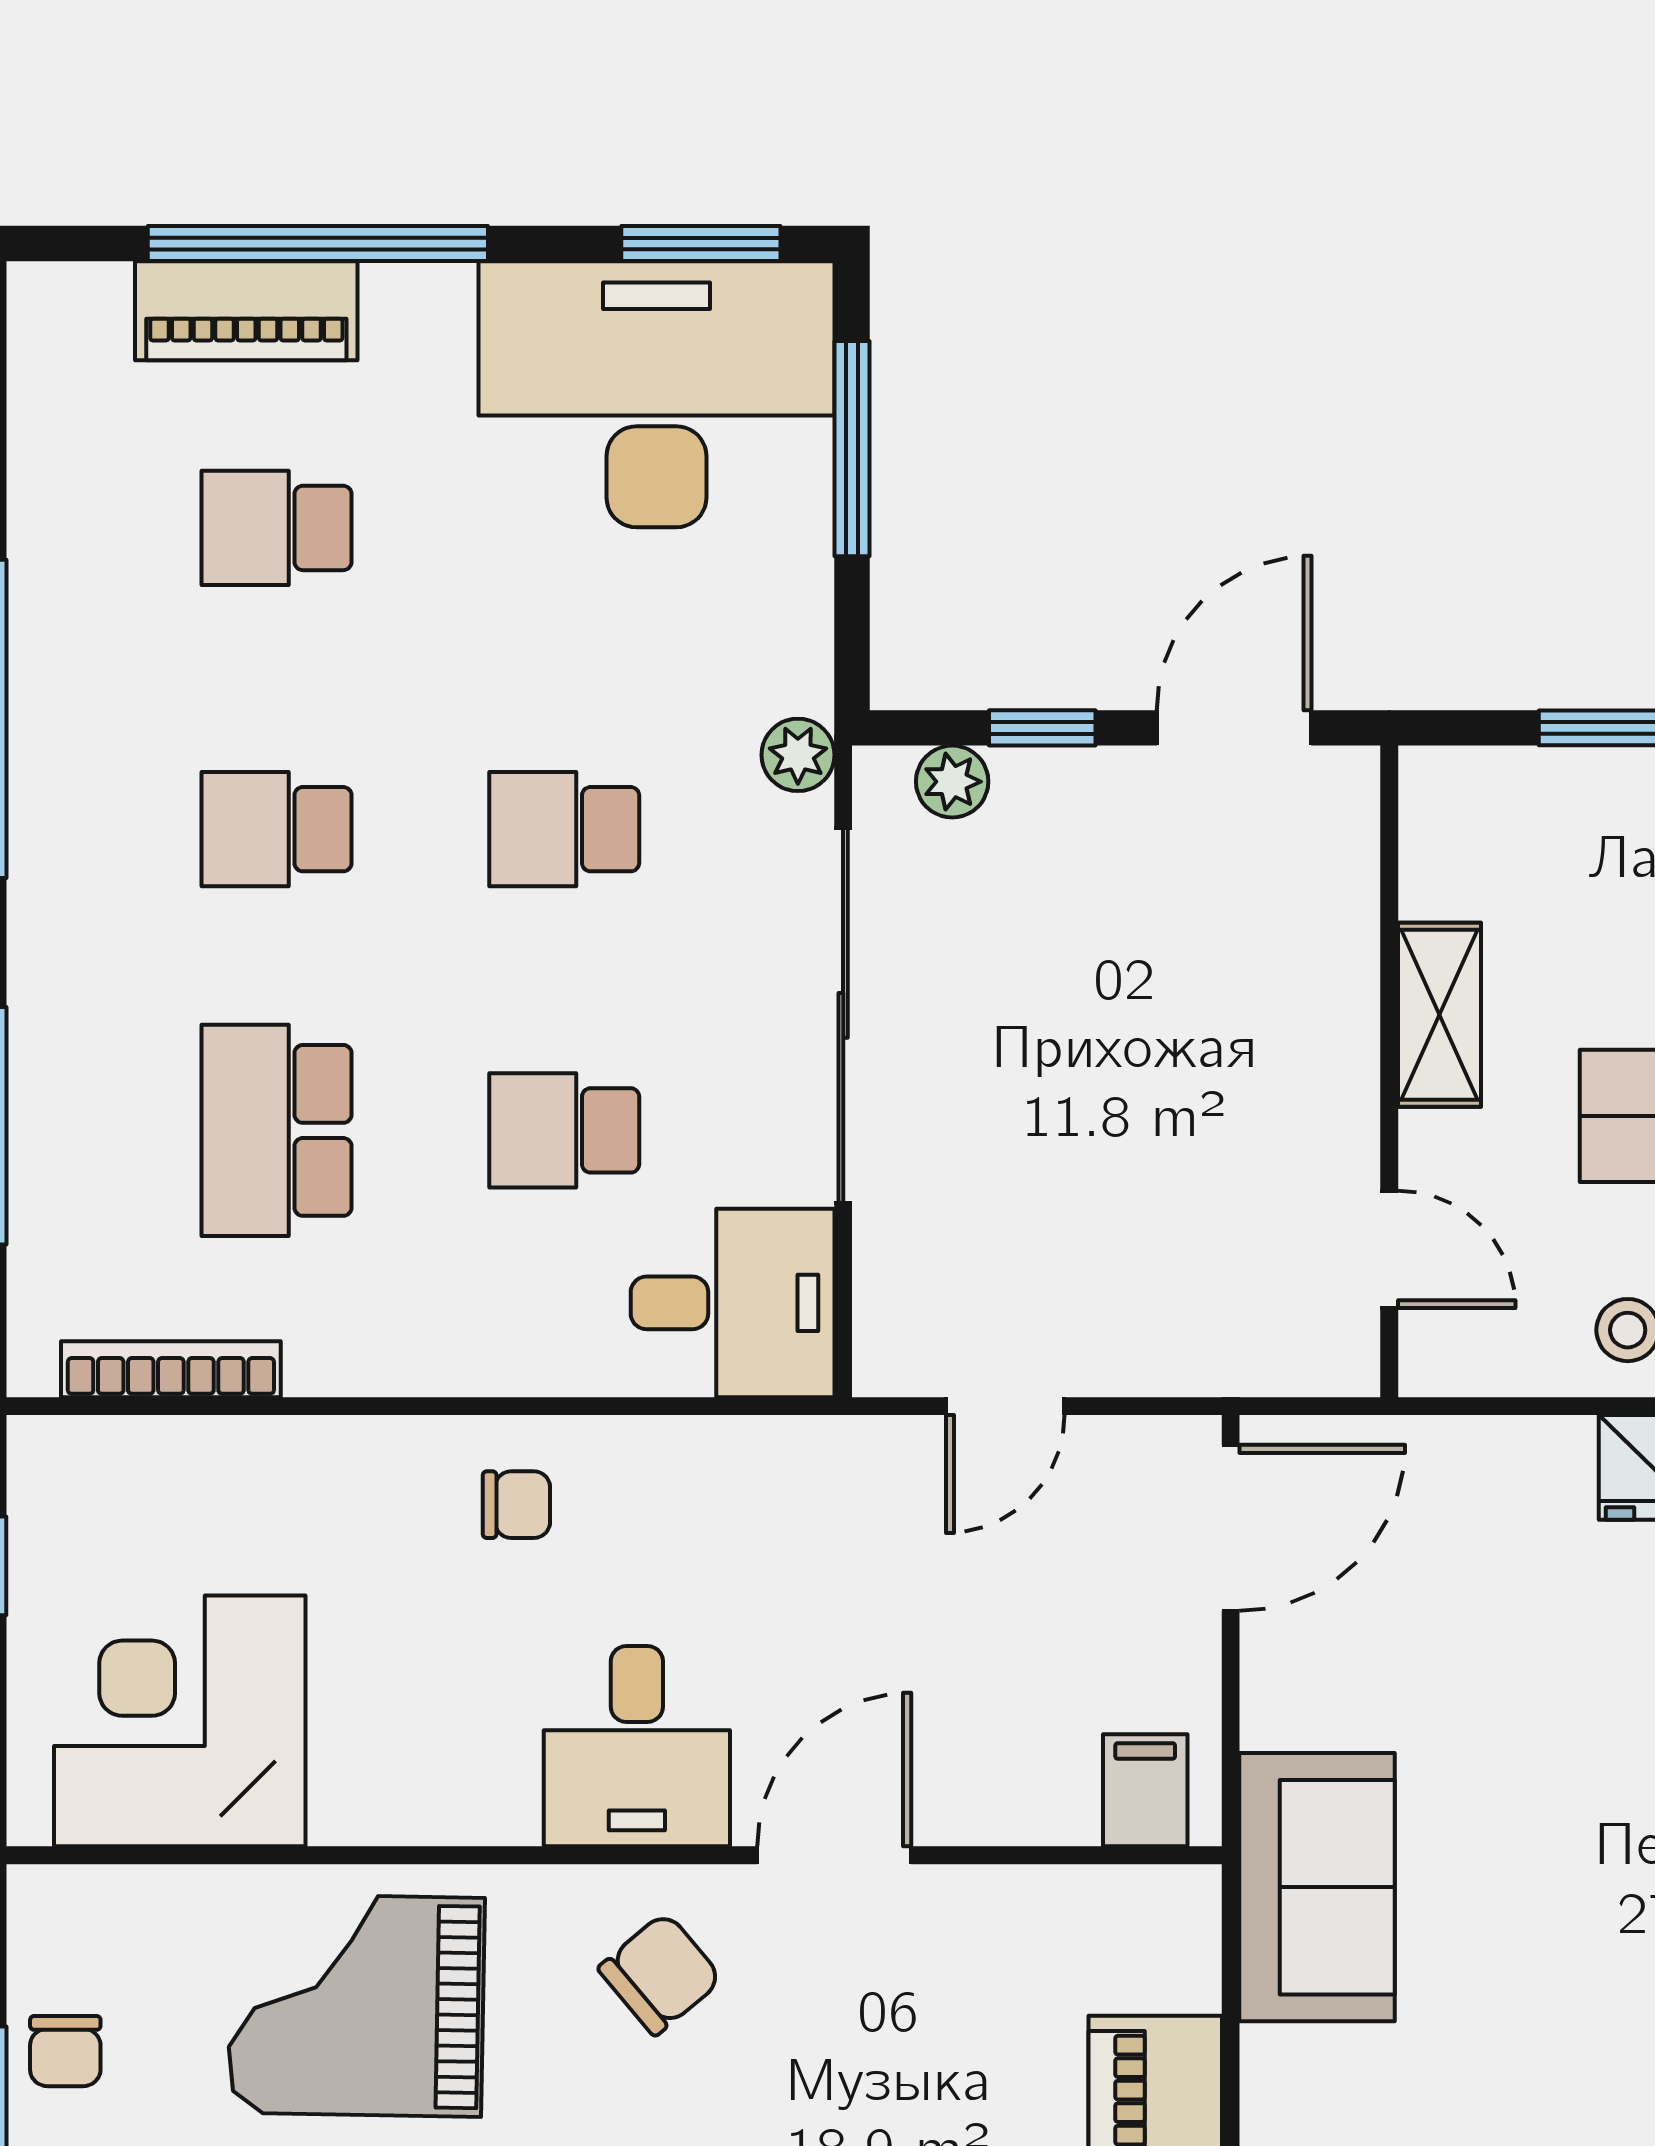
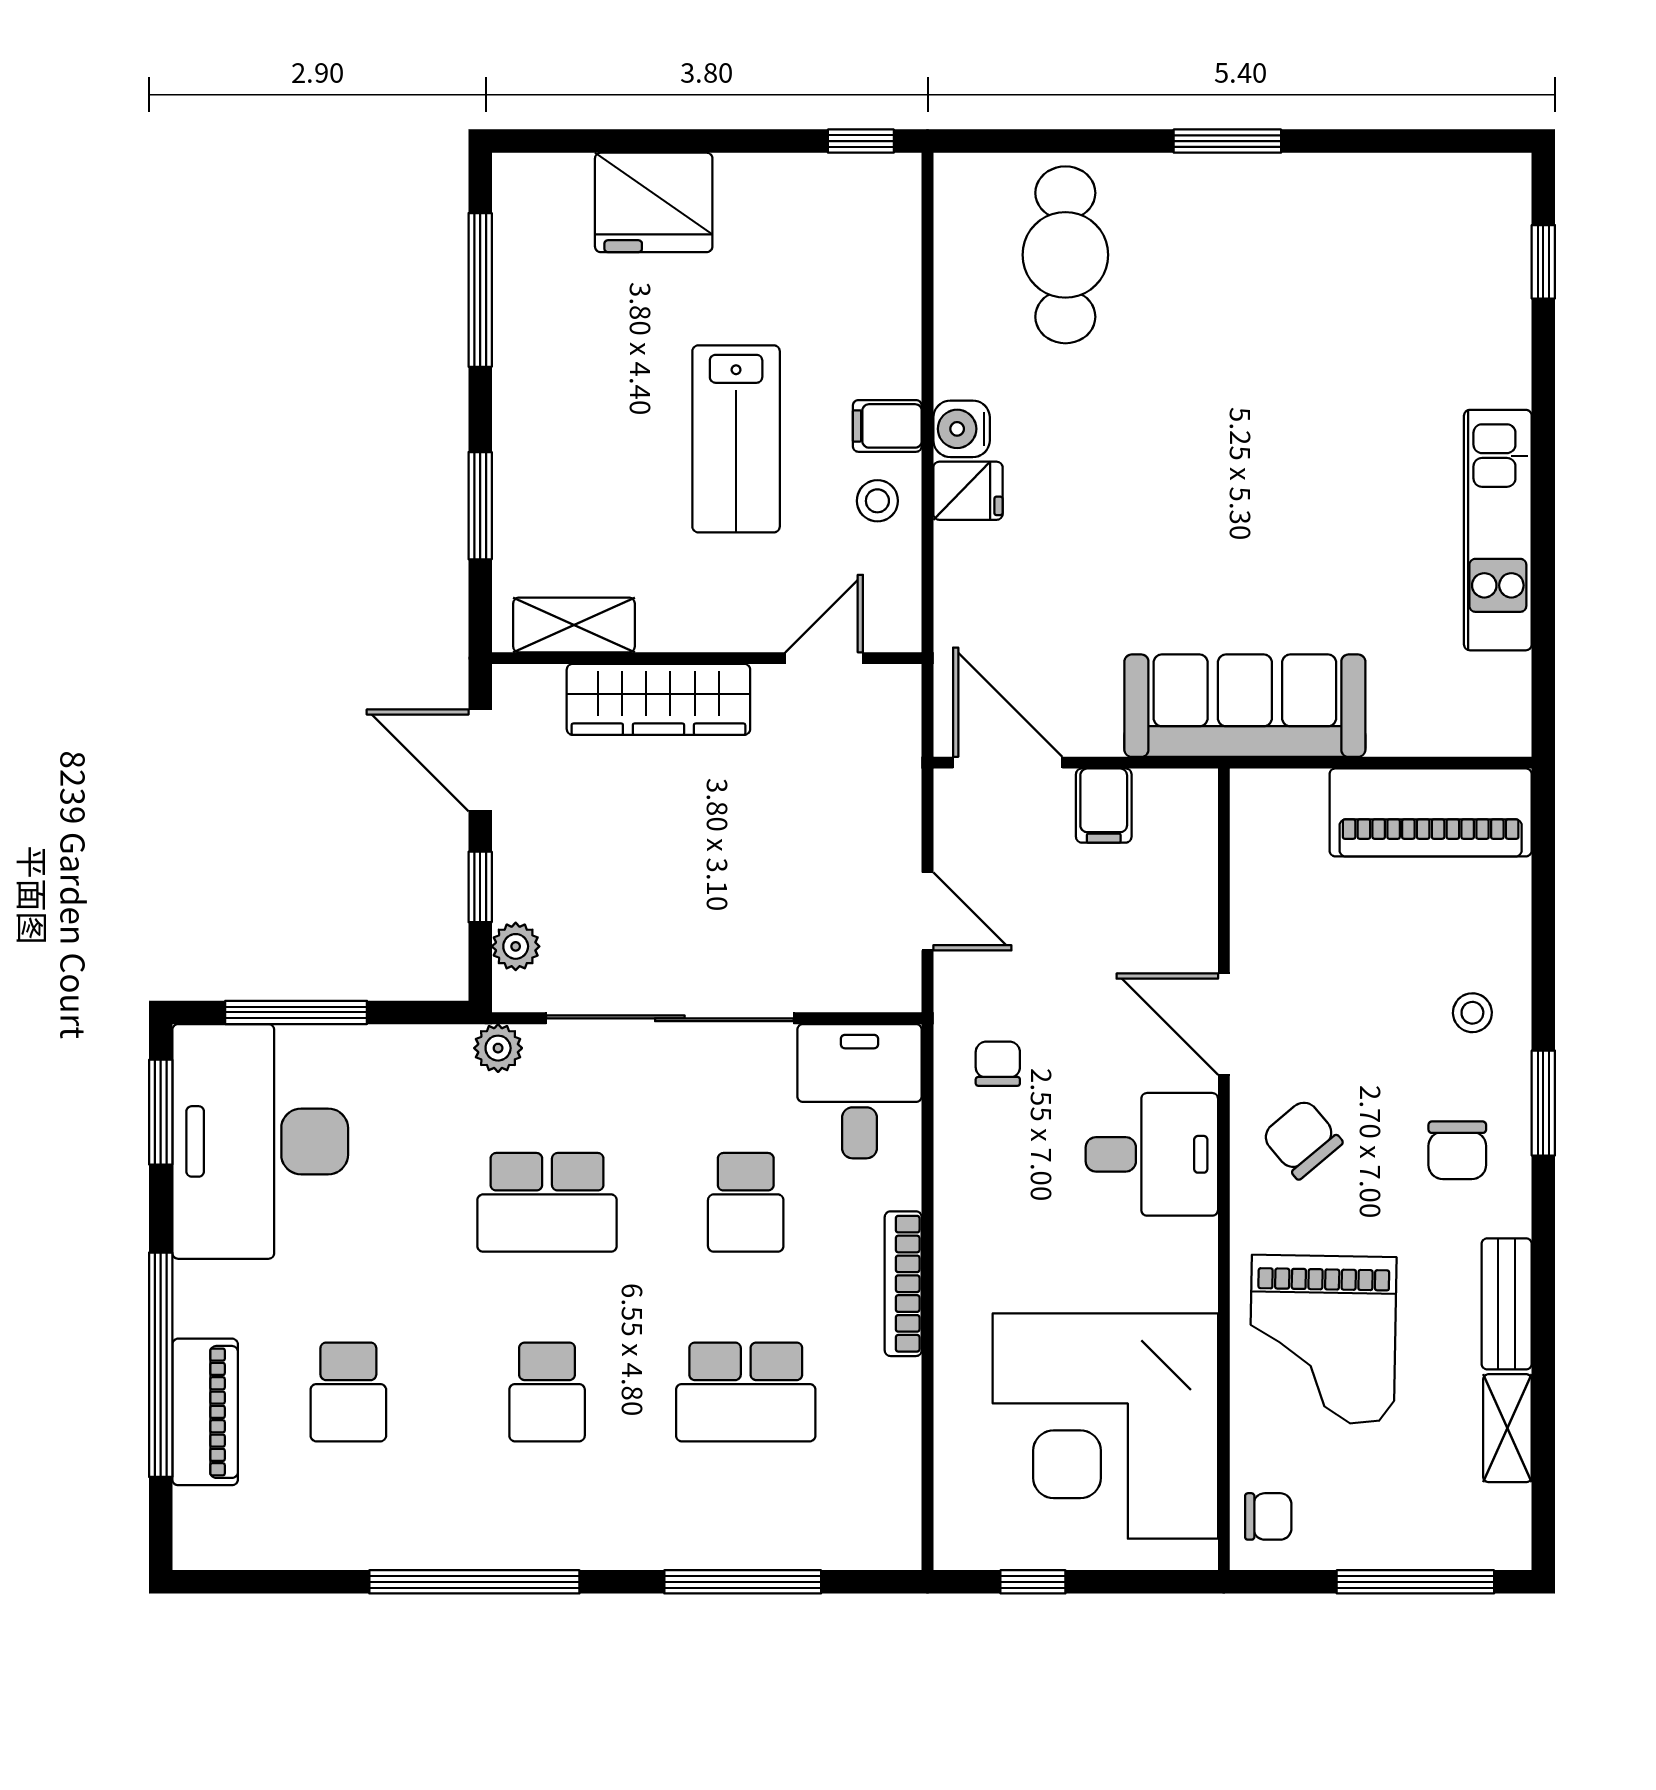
school desk: (564, 829) -> (547, 1202), width x1.85
wardrobe: (1327, 998) -> (658, 699), added
shelving: (1439, 1015) -> (574, 625), moved
bookcase: (171, 1369) -> (903, 1284), moved
chair: (516, 1505) -> (998, 1064), moved
corner desk: (180, 1721) -> (1105, 1426), width x1.36, depth x1.36
filing cabinet: (1145, 1790) -> (1104, 806), moved, turned -90
sofa: (1317, 1887) -> (1245, 706), width x1.36
chair: (65, 2051) -> (1268, 1516), moved

